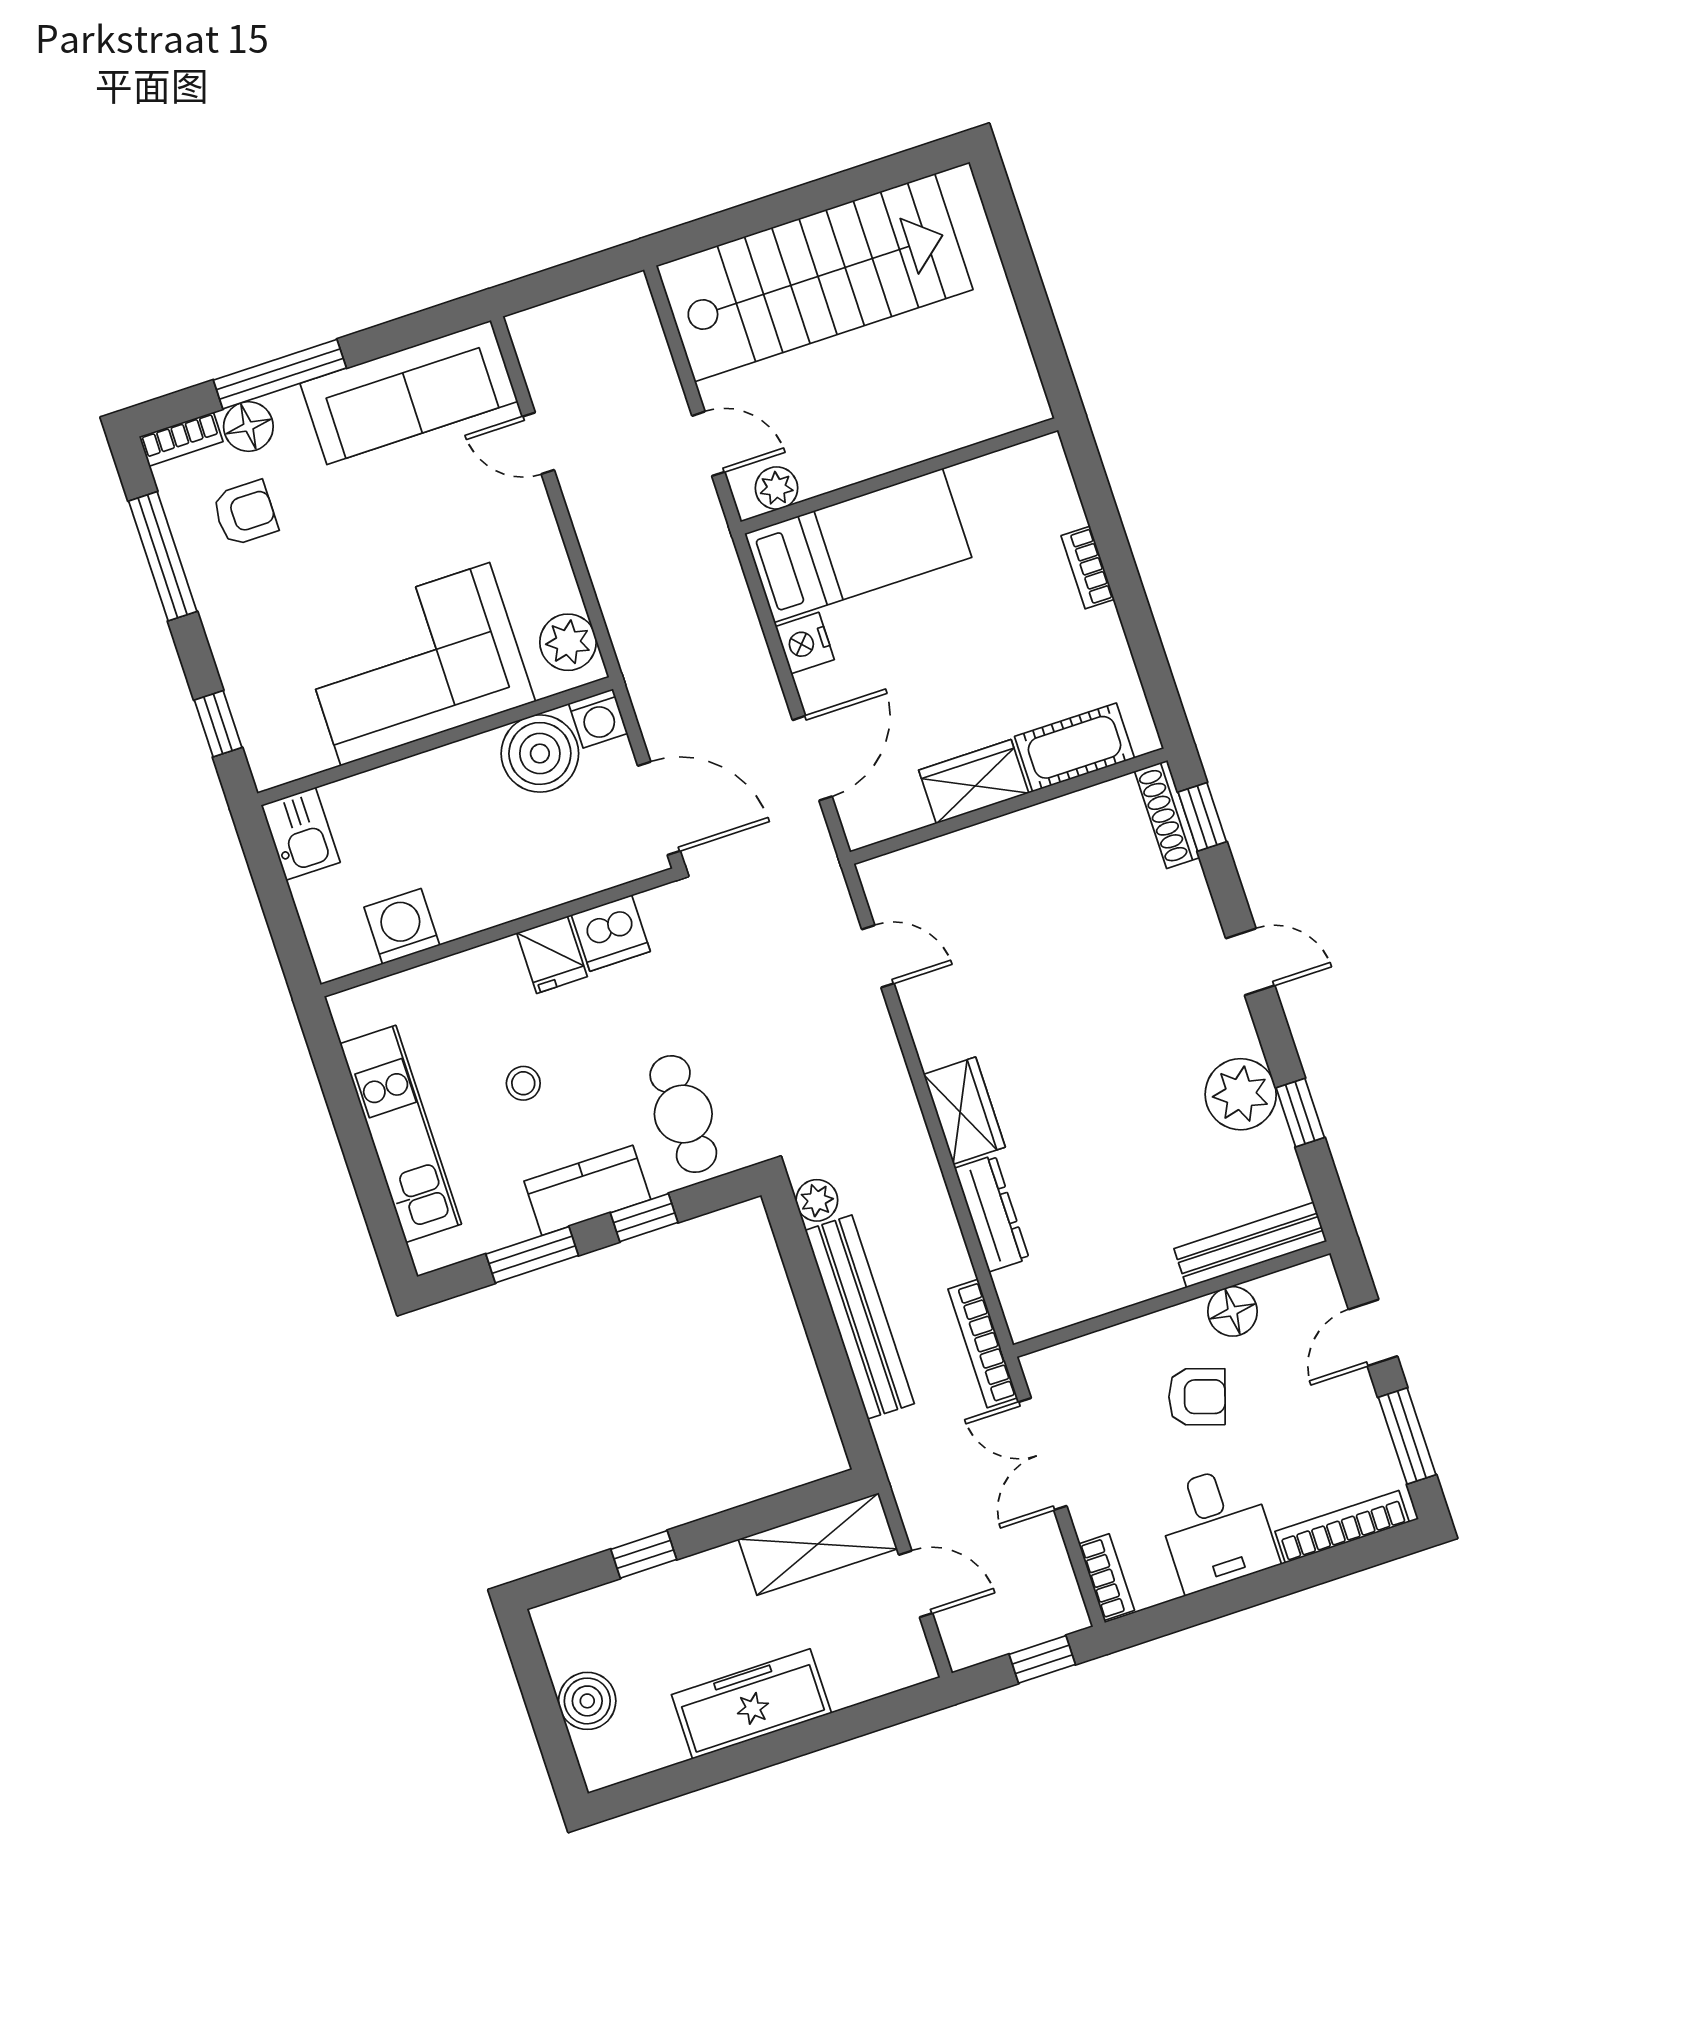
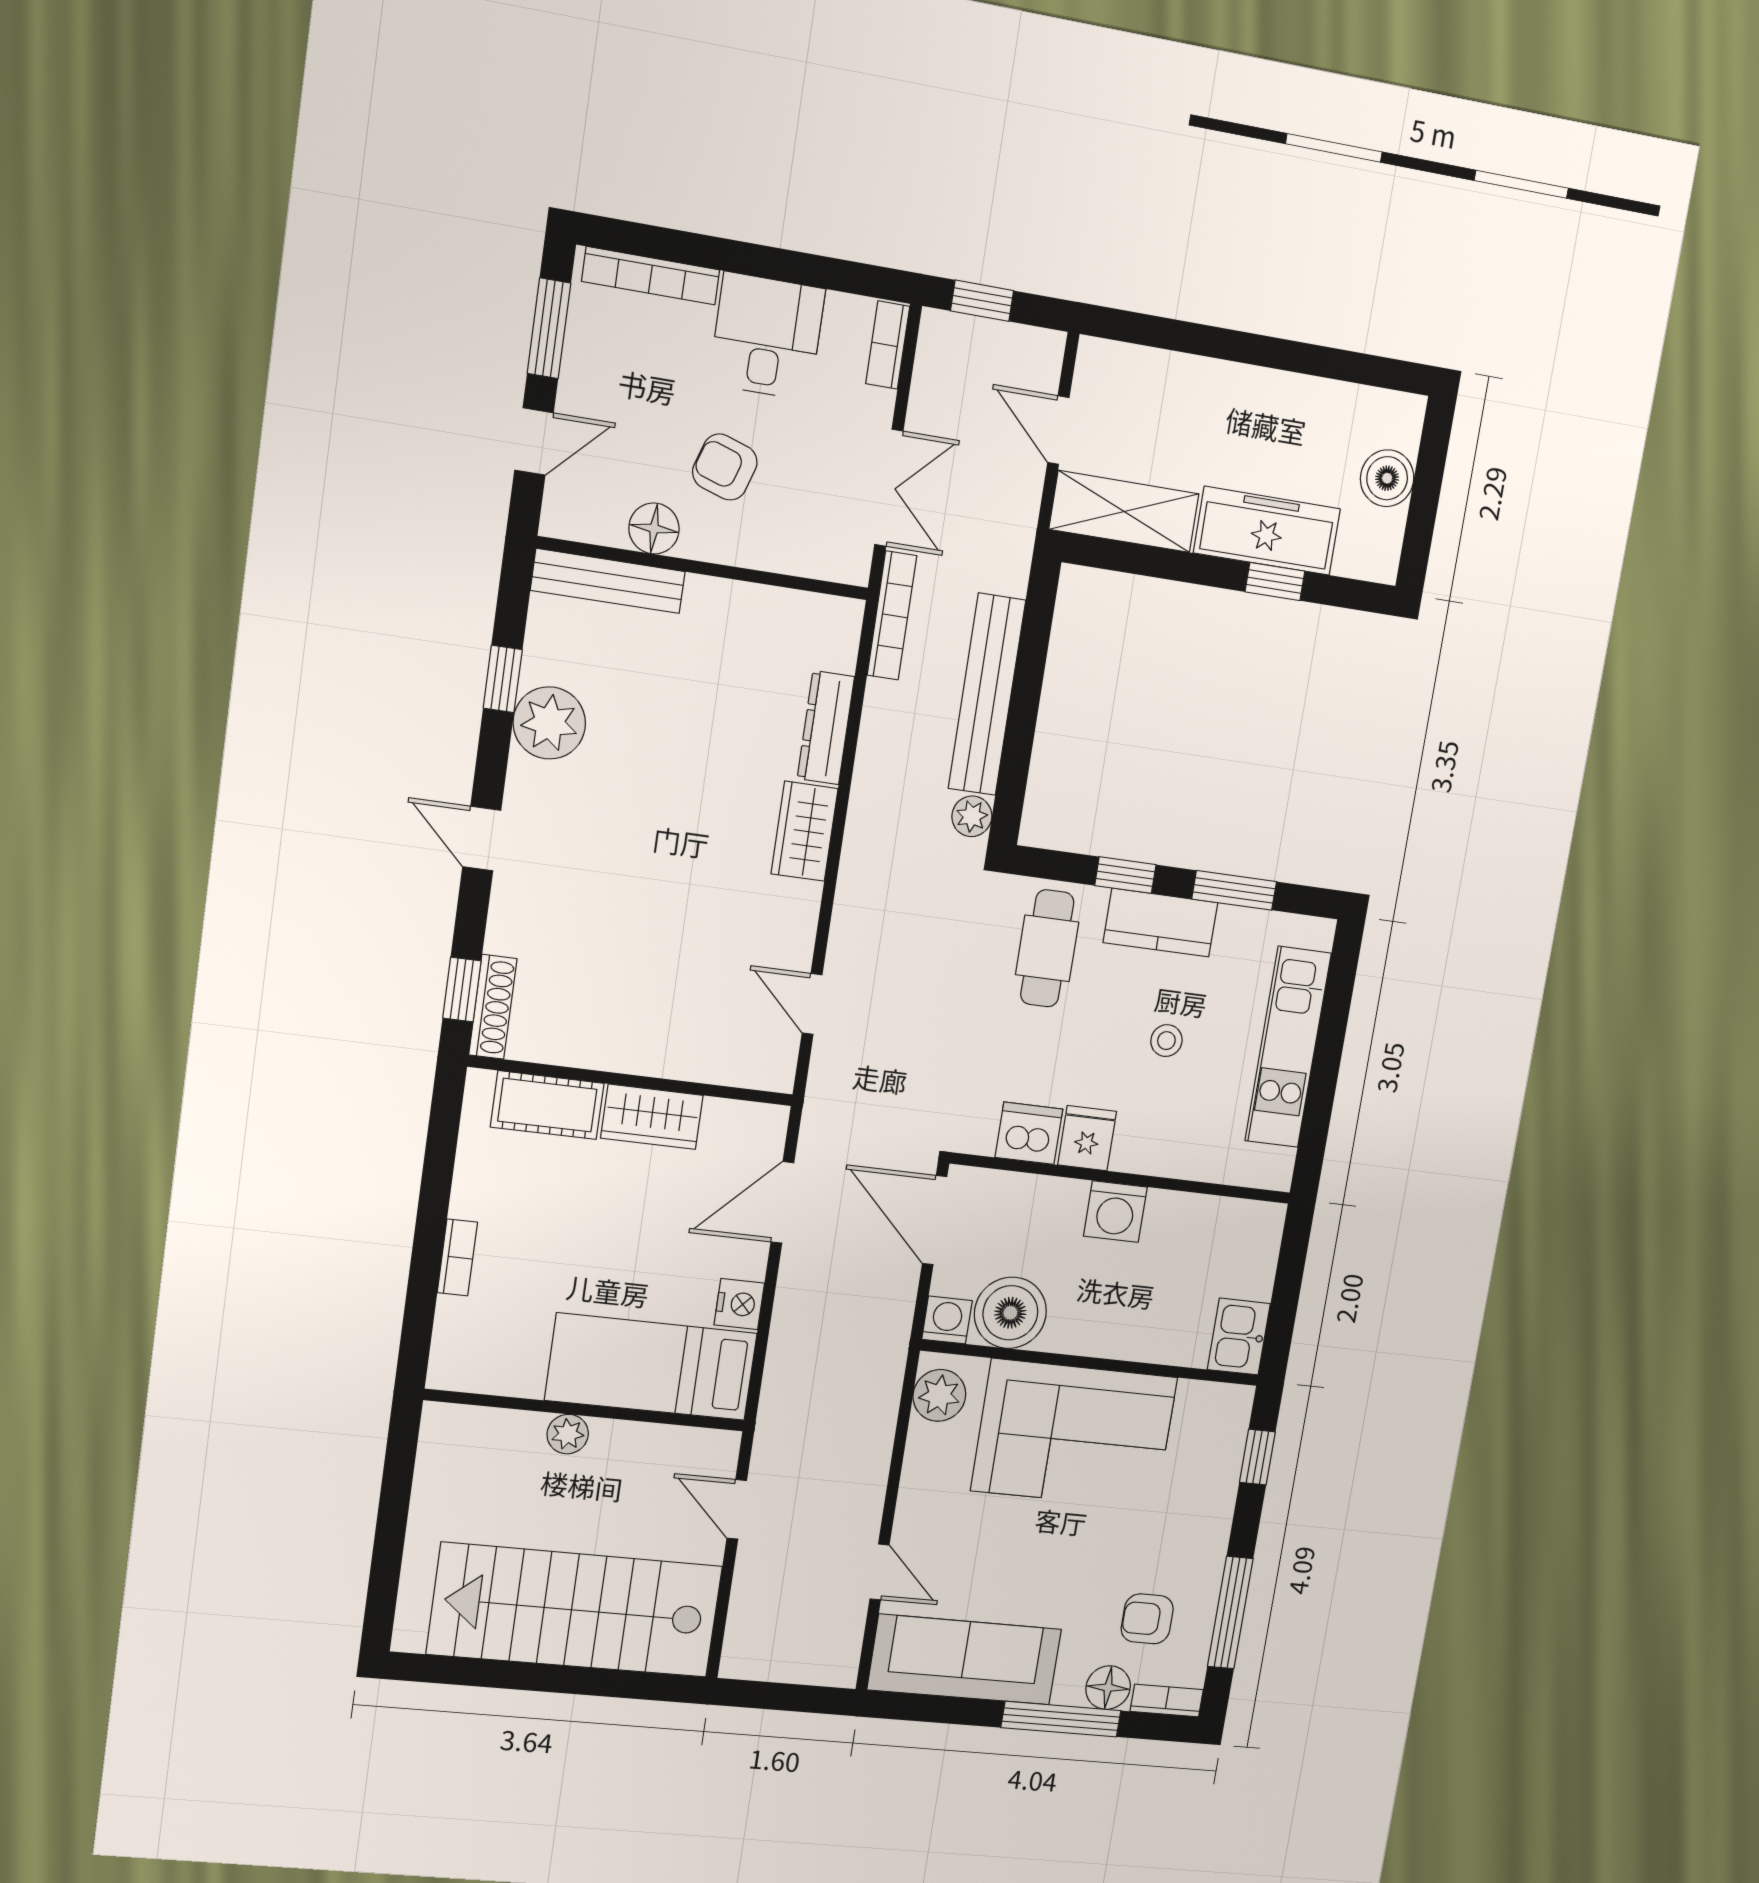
plant: (776, 488) -> (568, 1434), moved
washing machine: (402, 926) -> (1115, 1212), moved
freezer: (751, 1704) -> (1267, 531), moved, turned 180

